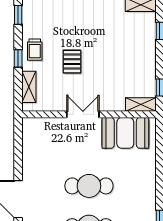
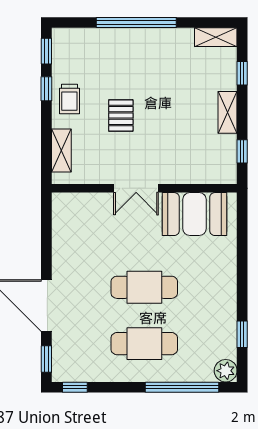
window: (18, 58) -> (46, 89), moved
shelving: (141, 104) -> (228, 112), moved, turned 90
double door: (83, 114) -> (136, 188), swing flipped

